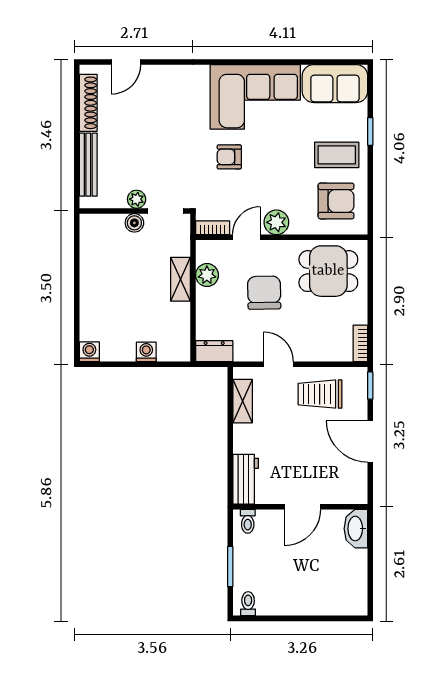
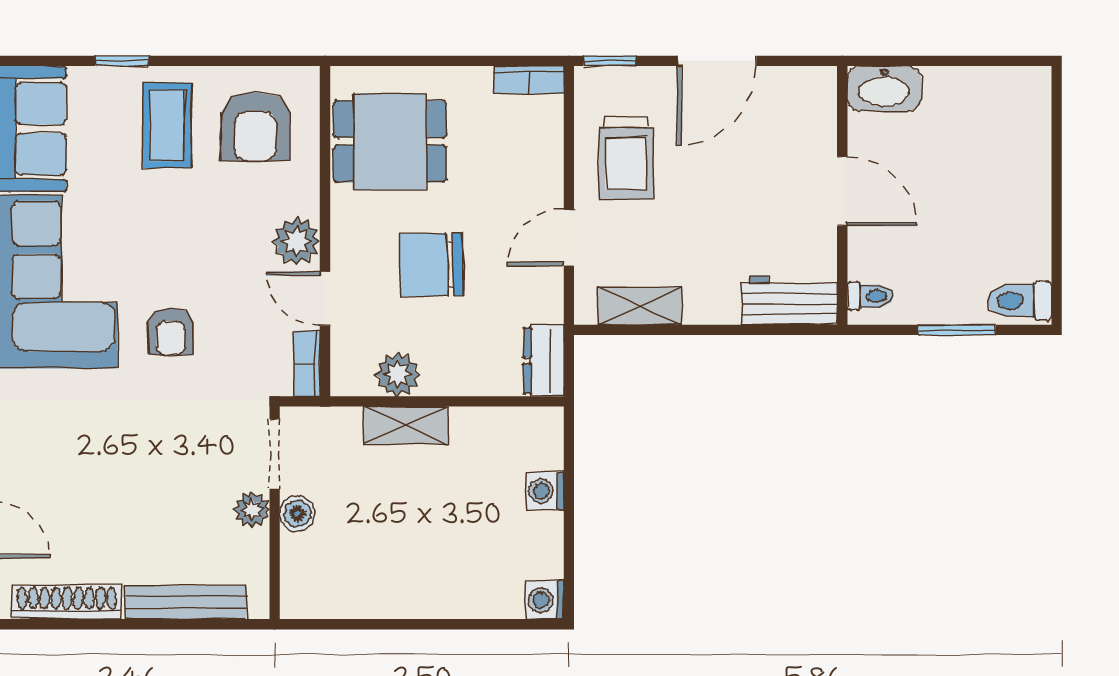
armchair: (336, 201) -> (255, 127), turned 180
dining table: (328, 271) -> (390, 141), turned 90
toilet: (248, 604) -> (1020, 301), width x1.37, depth x1.39

